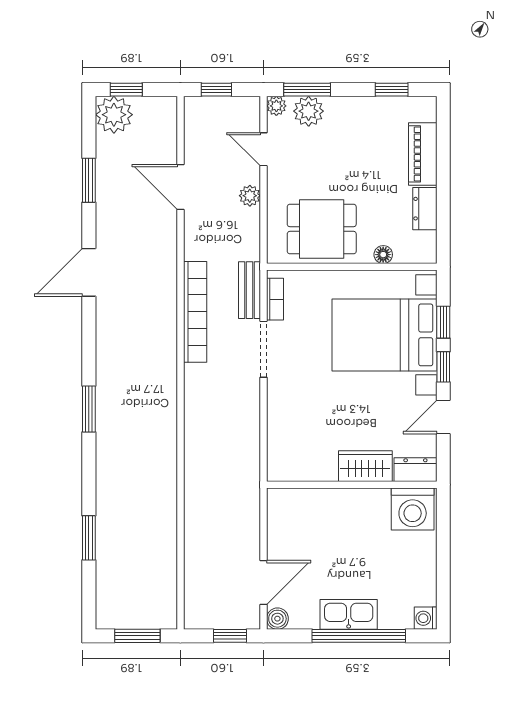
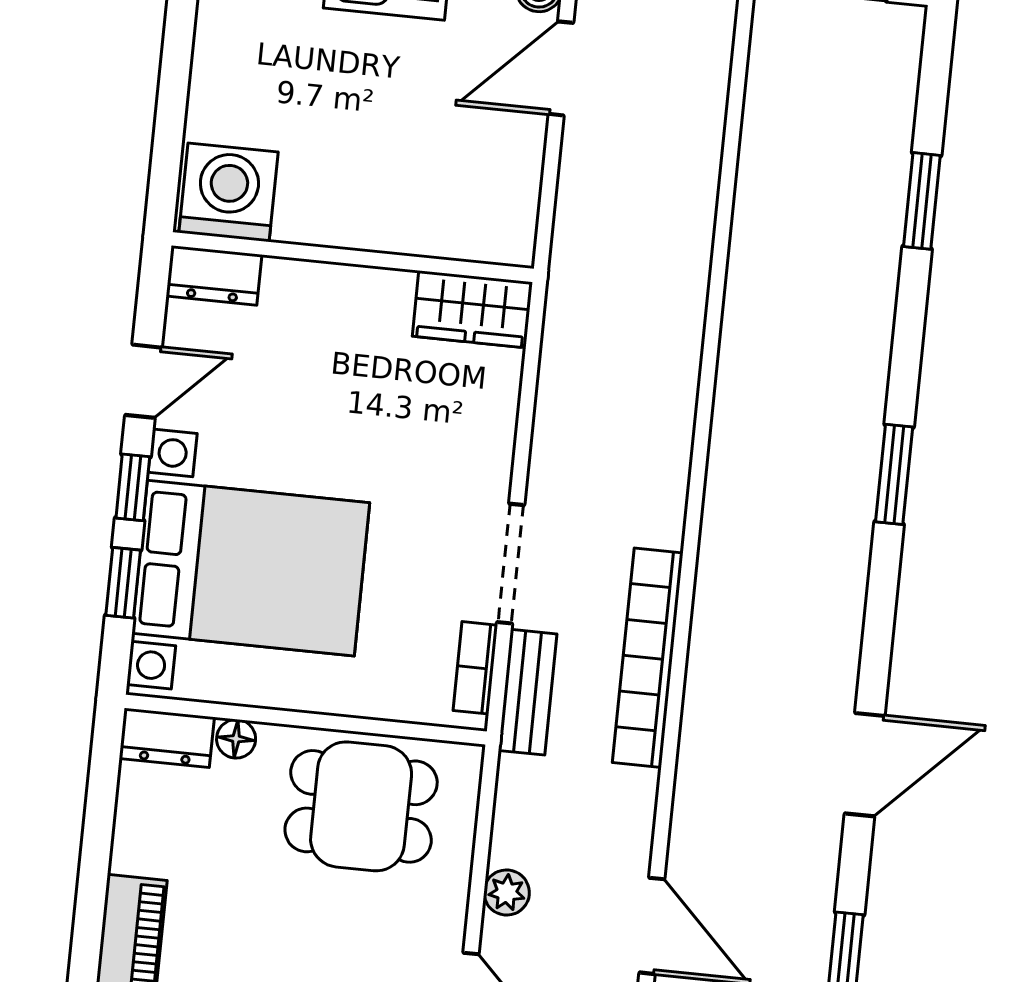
dresser: (425, 209) -> (167, 738), moved, turned 90
wardrobe: (365, 466) -> (472, 309), moved

